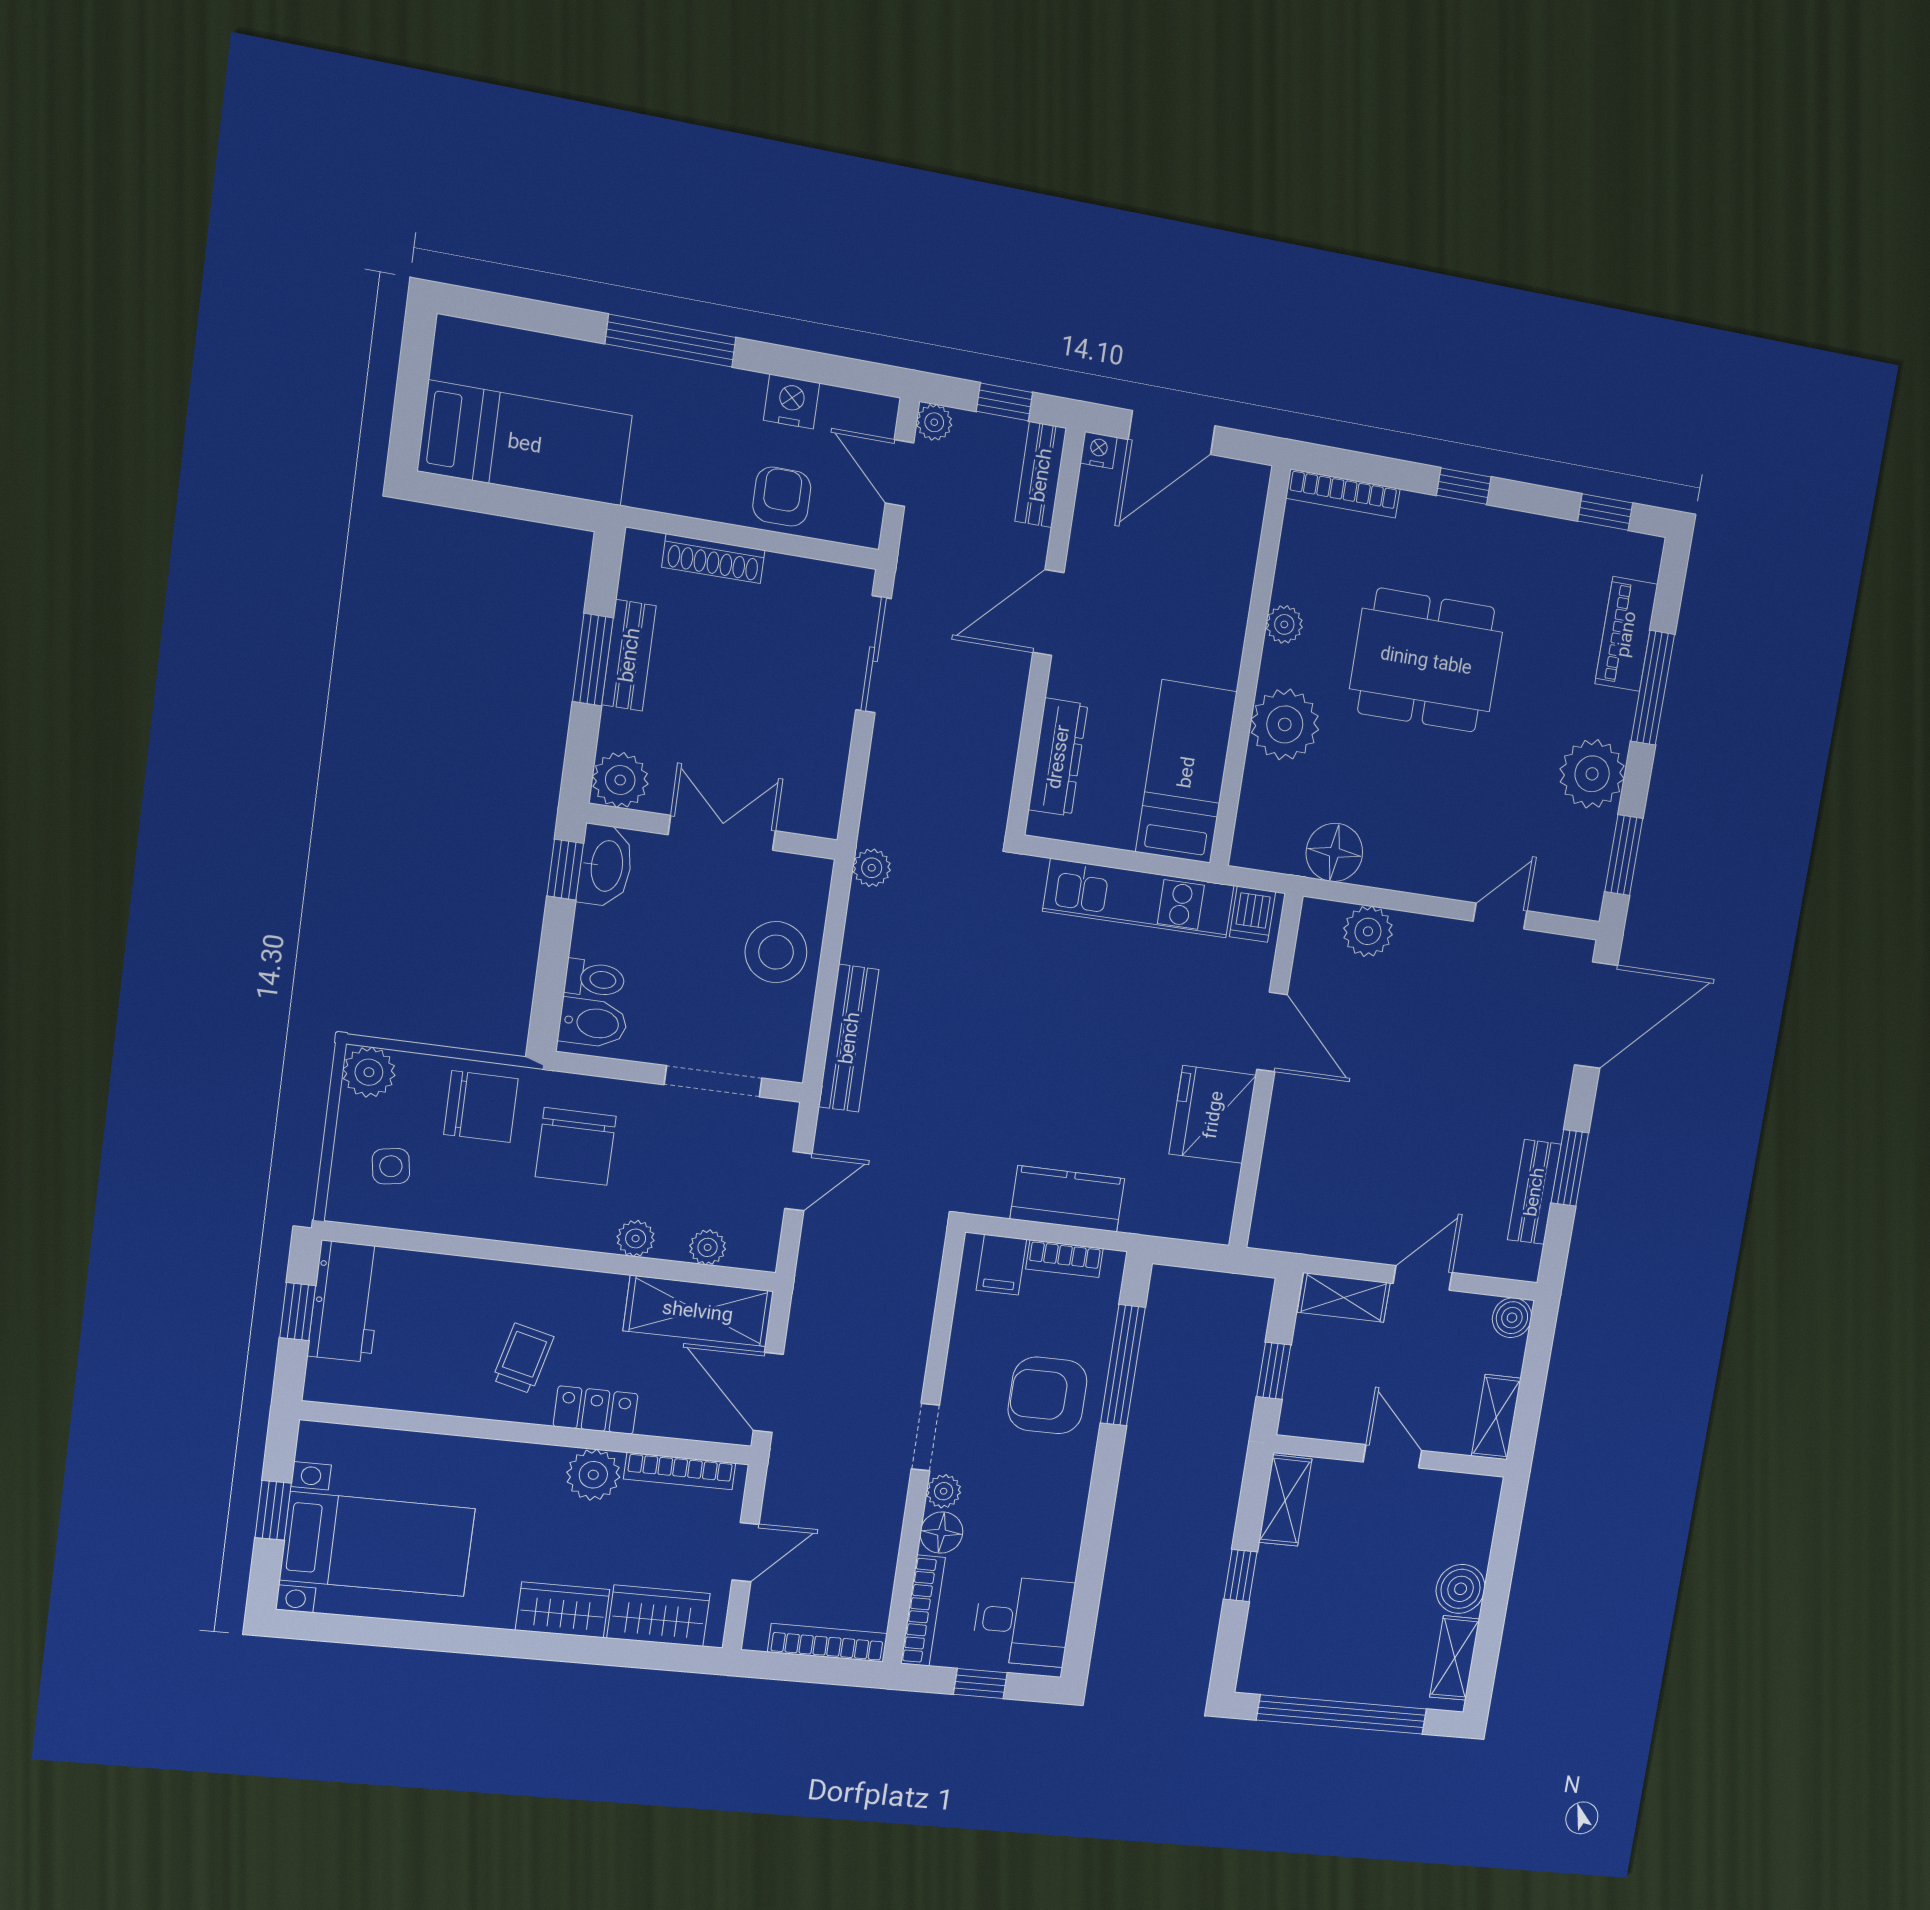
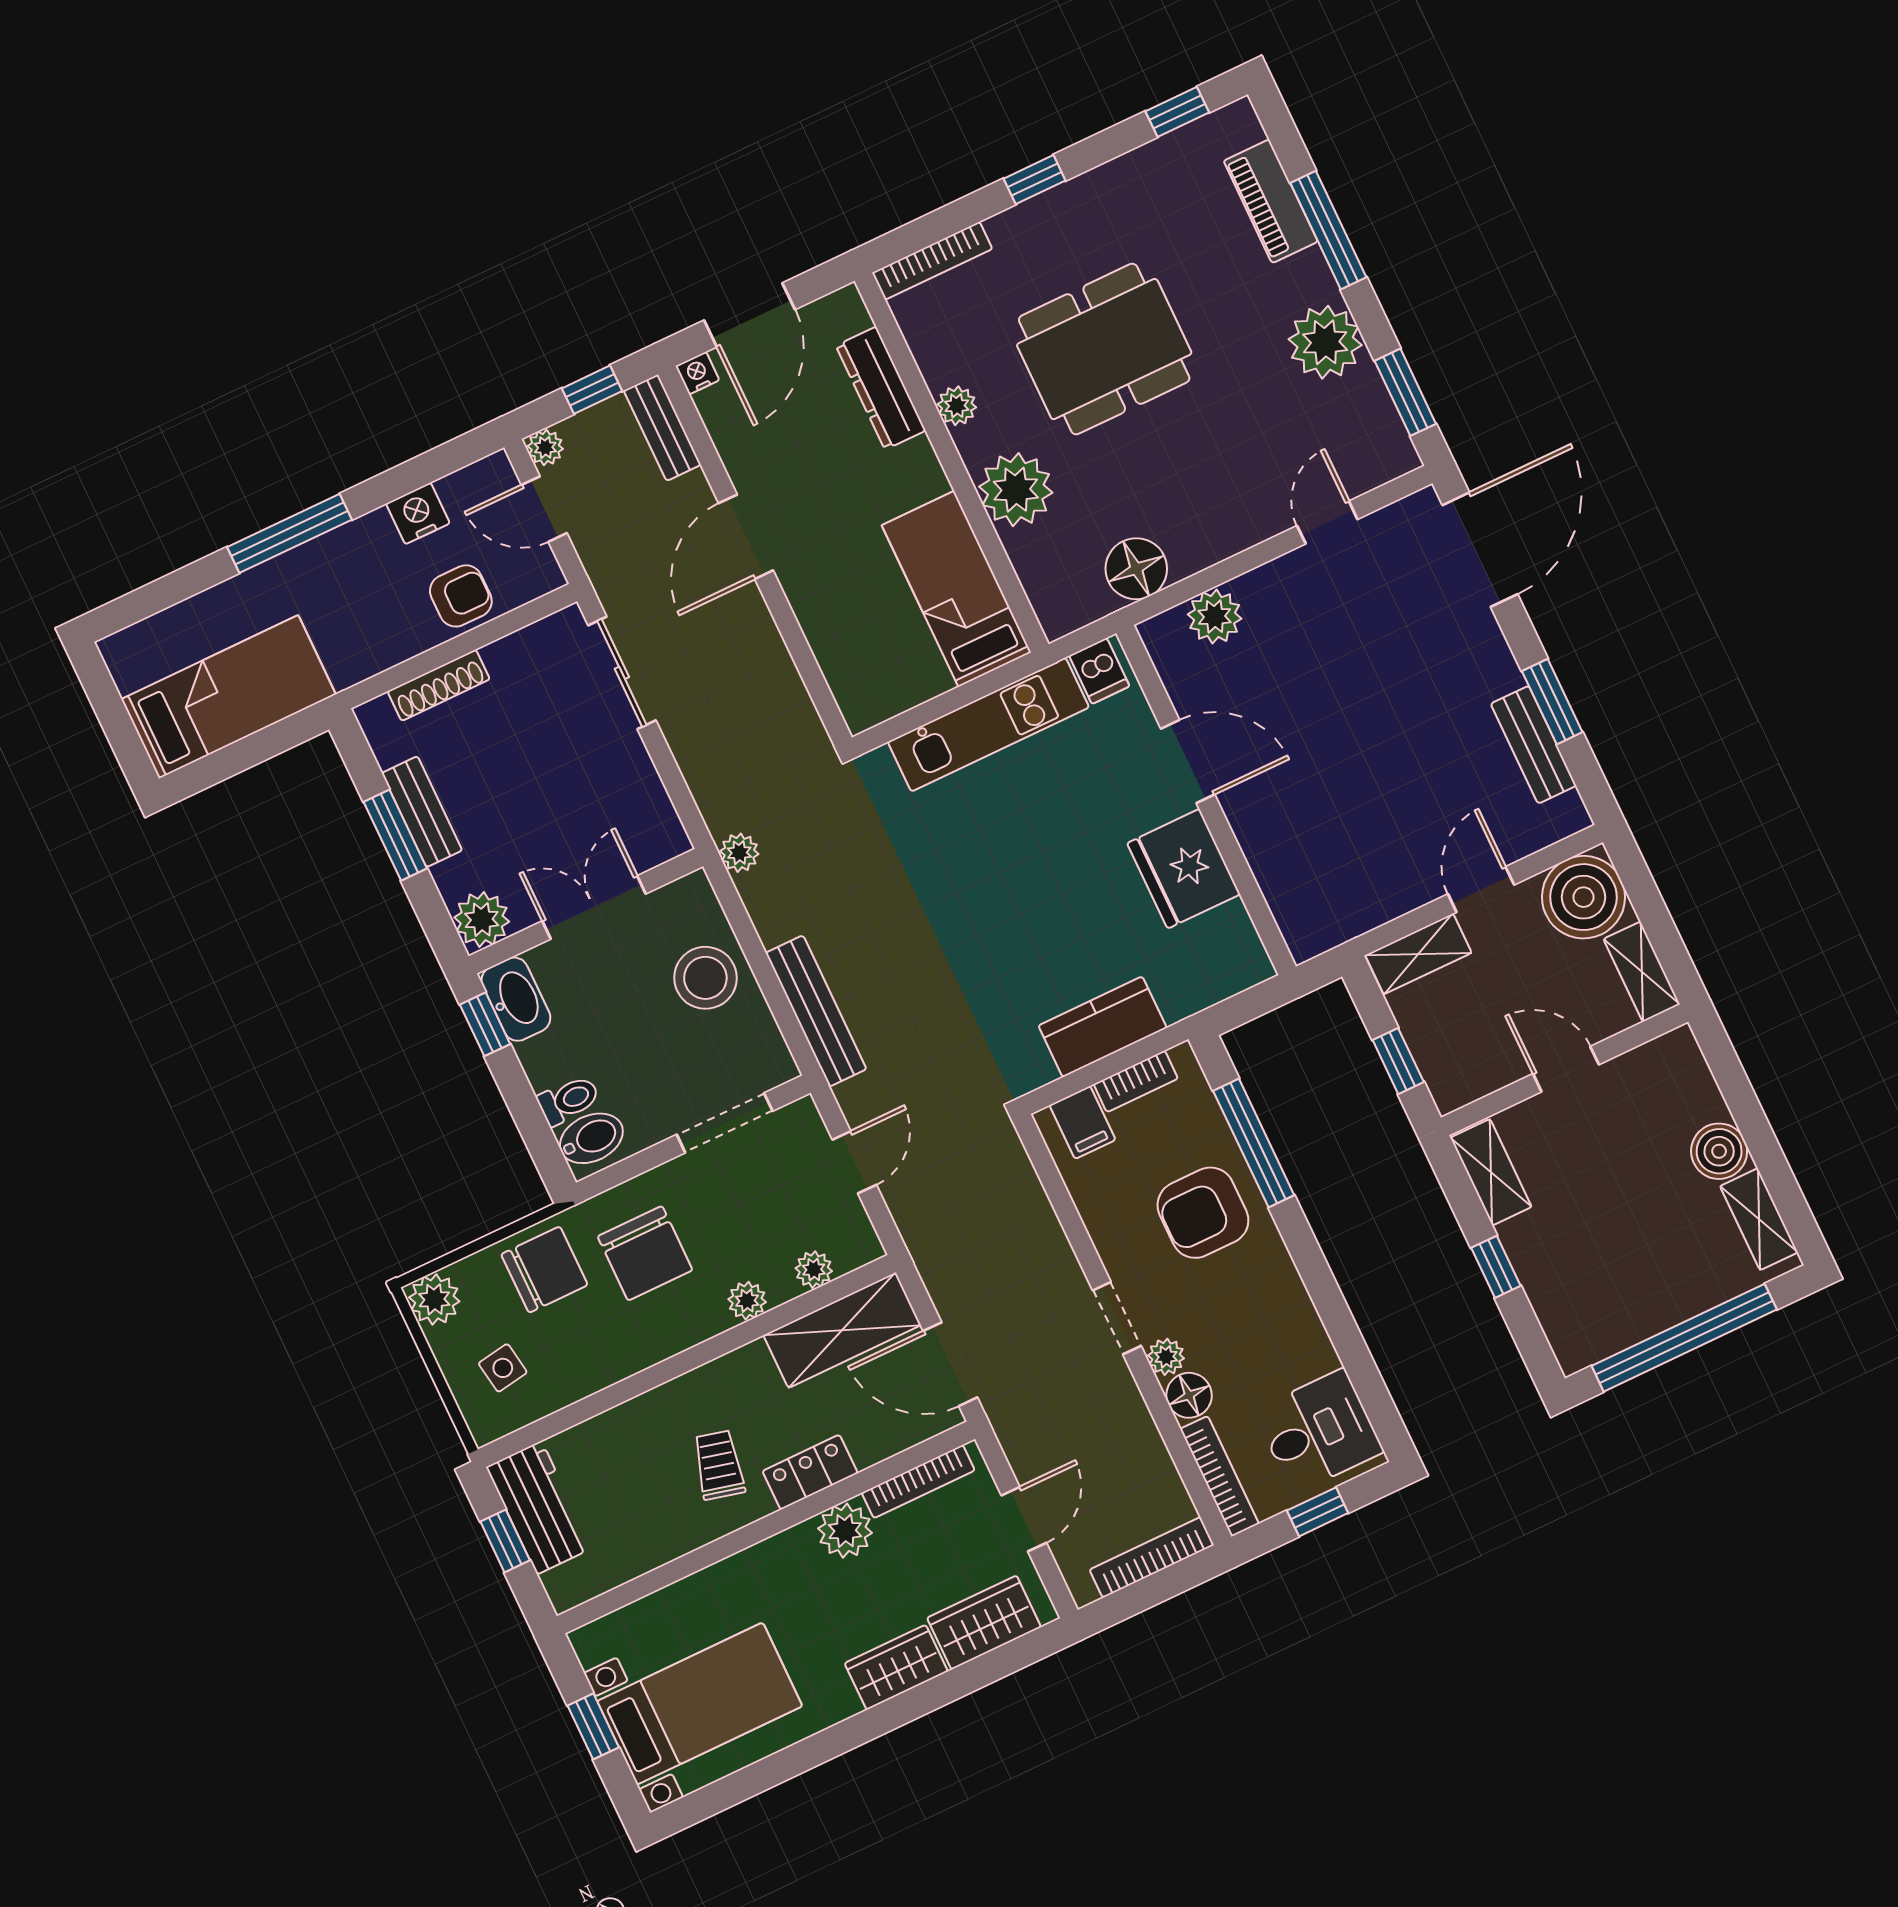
armchair: (782, 497) -> (461, 596), turned 90
dresser: (1058, 757) -> (881, 388), moved, turned 180
boiler: (1512, 1318) -> (1583, 897), width x1.86, depth x1.86

